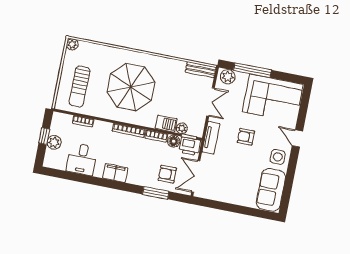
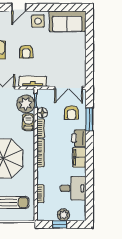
plant: (182, 128) -> (26, 104), width x1.88, depth x1.88
printer: (190, 146) -> (79, 138), moved, turned 180

